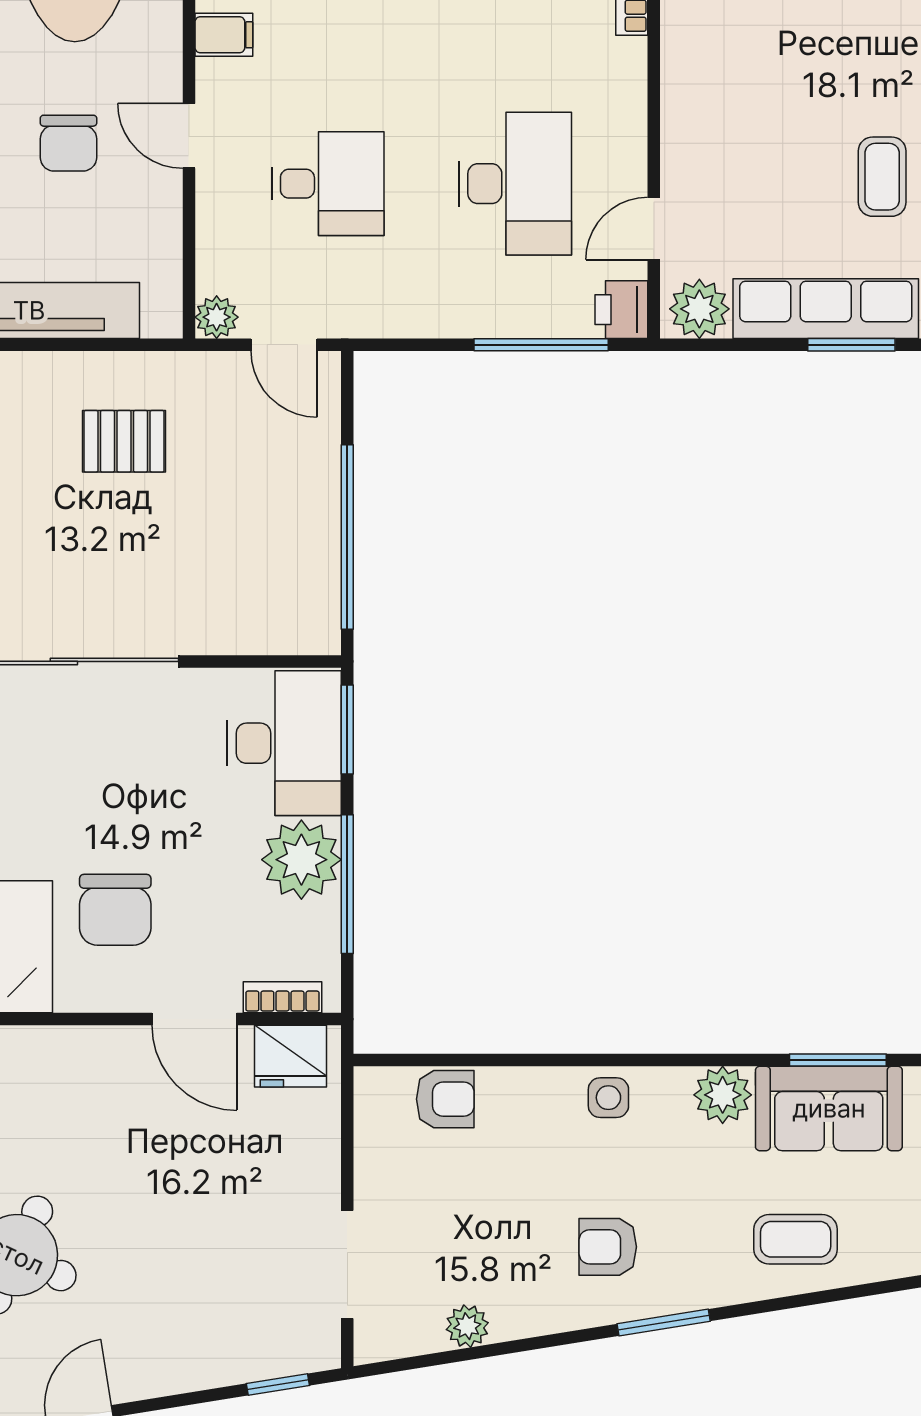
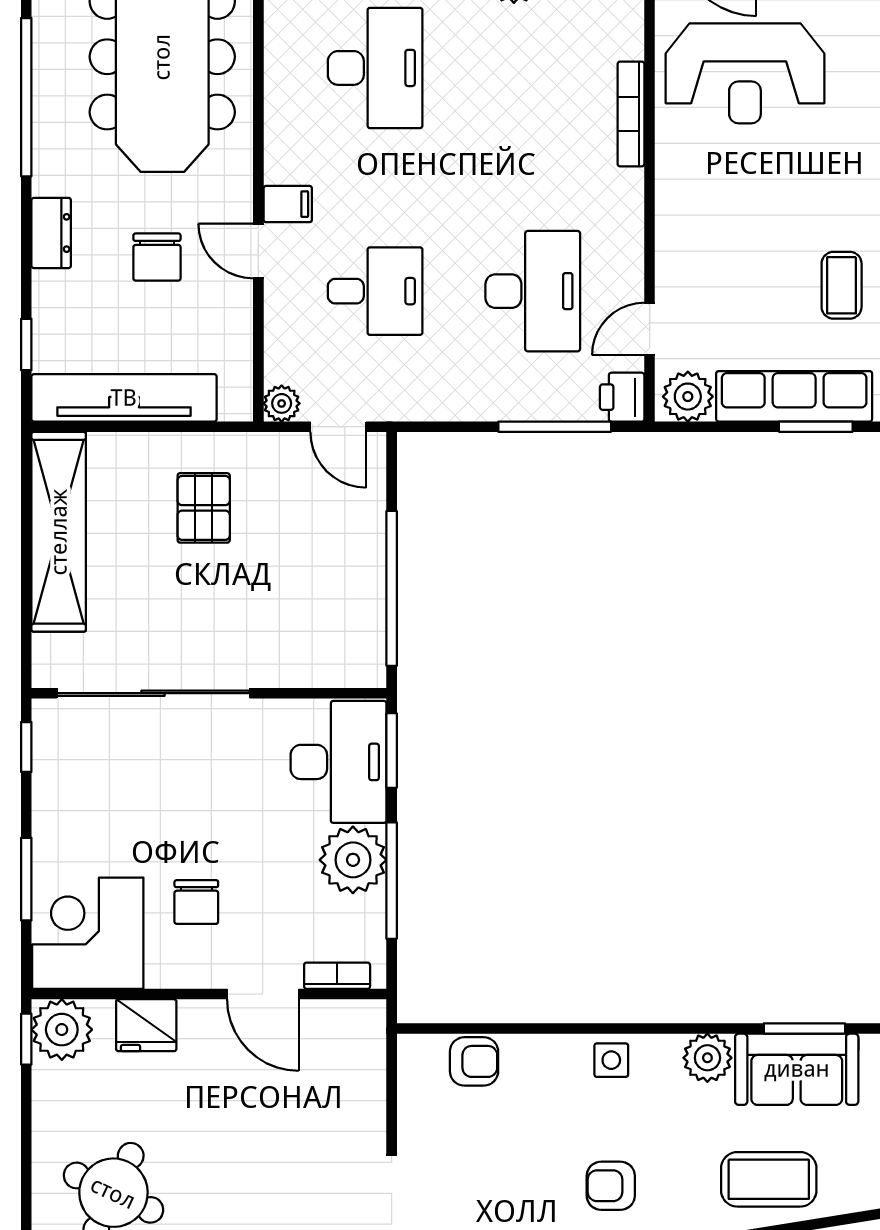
filing cabinet: (224, 35) -> (288, 204), moved
pallet: (124, 441) -> (204, 508), turned 90
chair: (115, 910) -> (196, 902), width x0.73, depth x0.73
fridge: (290, 1056) -> (146, 1025), moved
coffee table: (796, 1239) -> (769, 1179), width x1.36, depth x1.30

